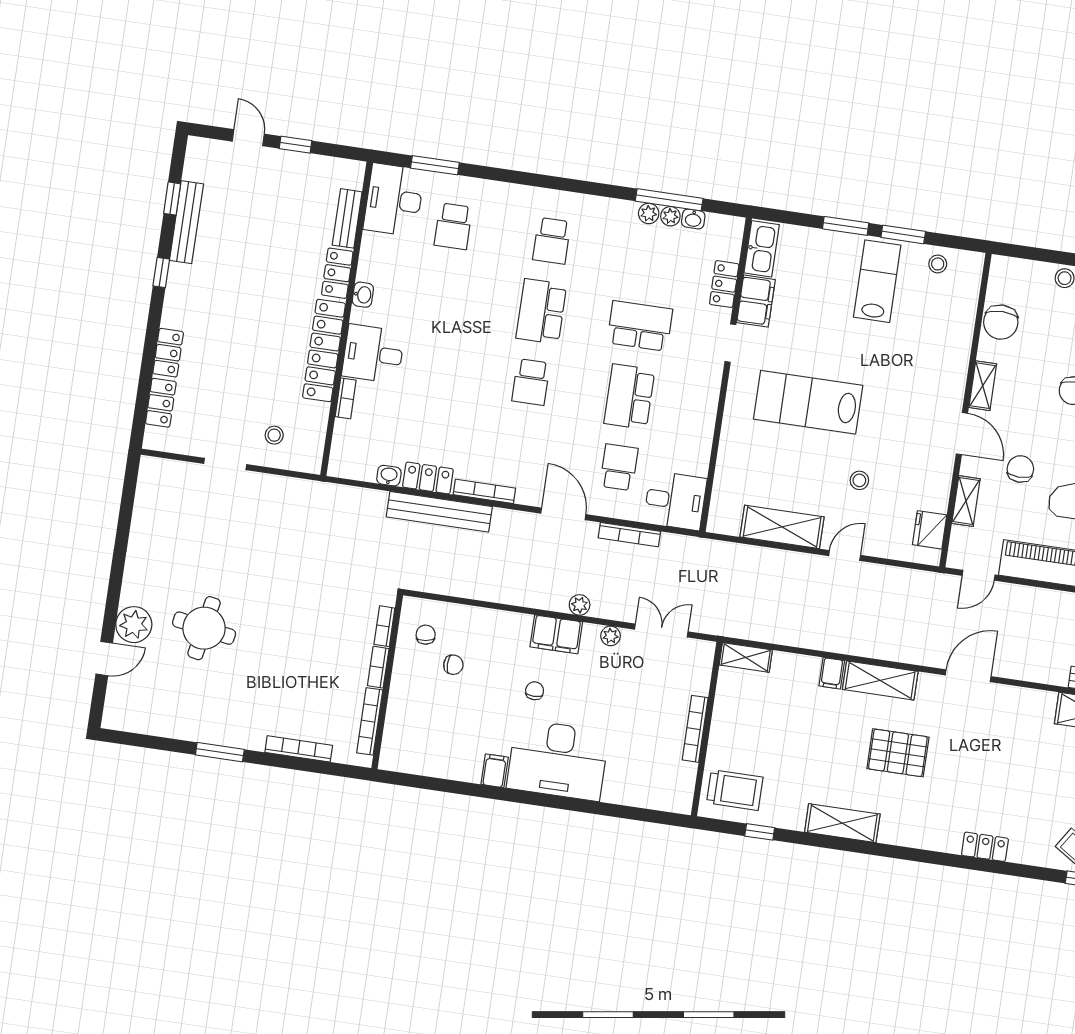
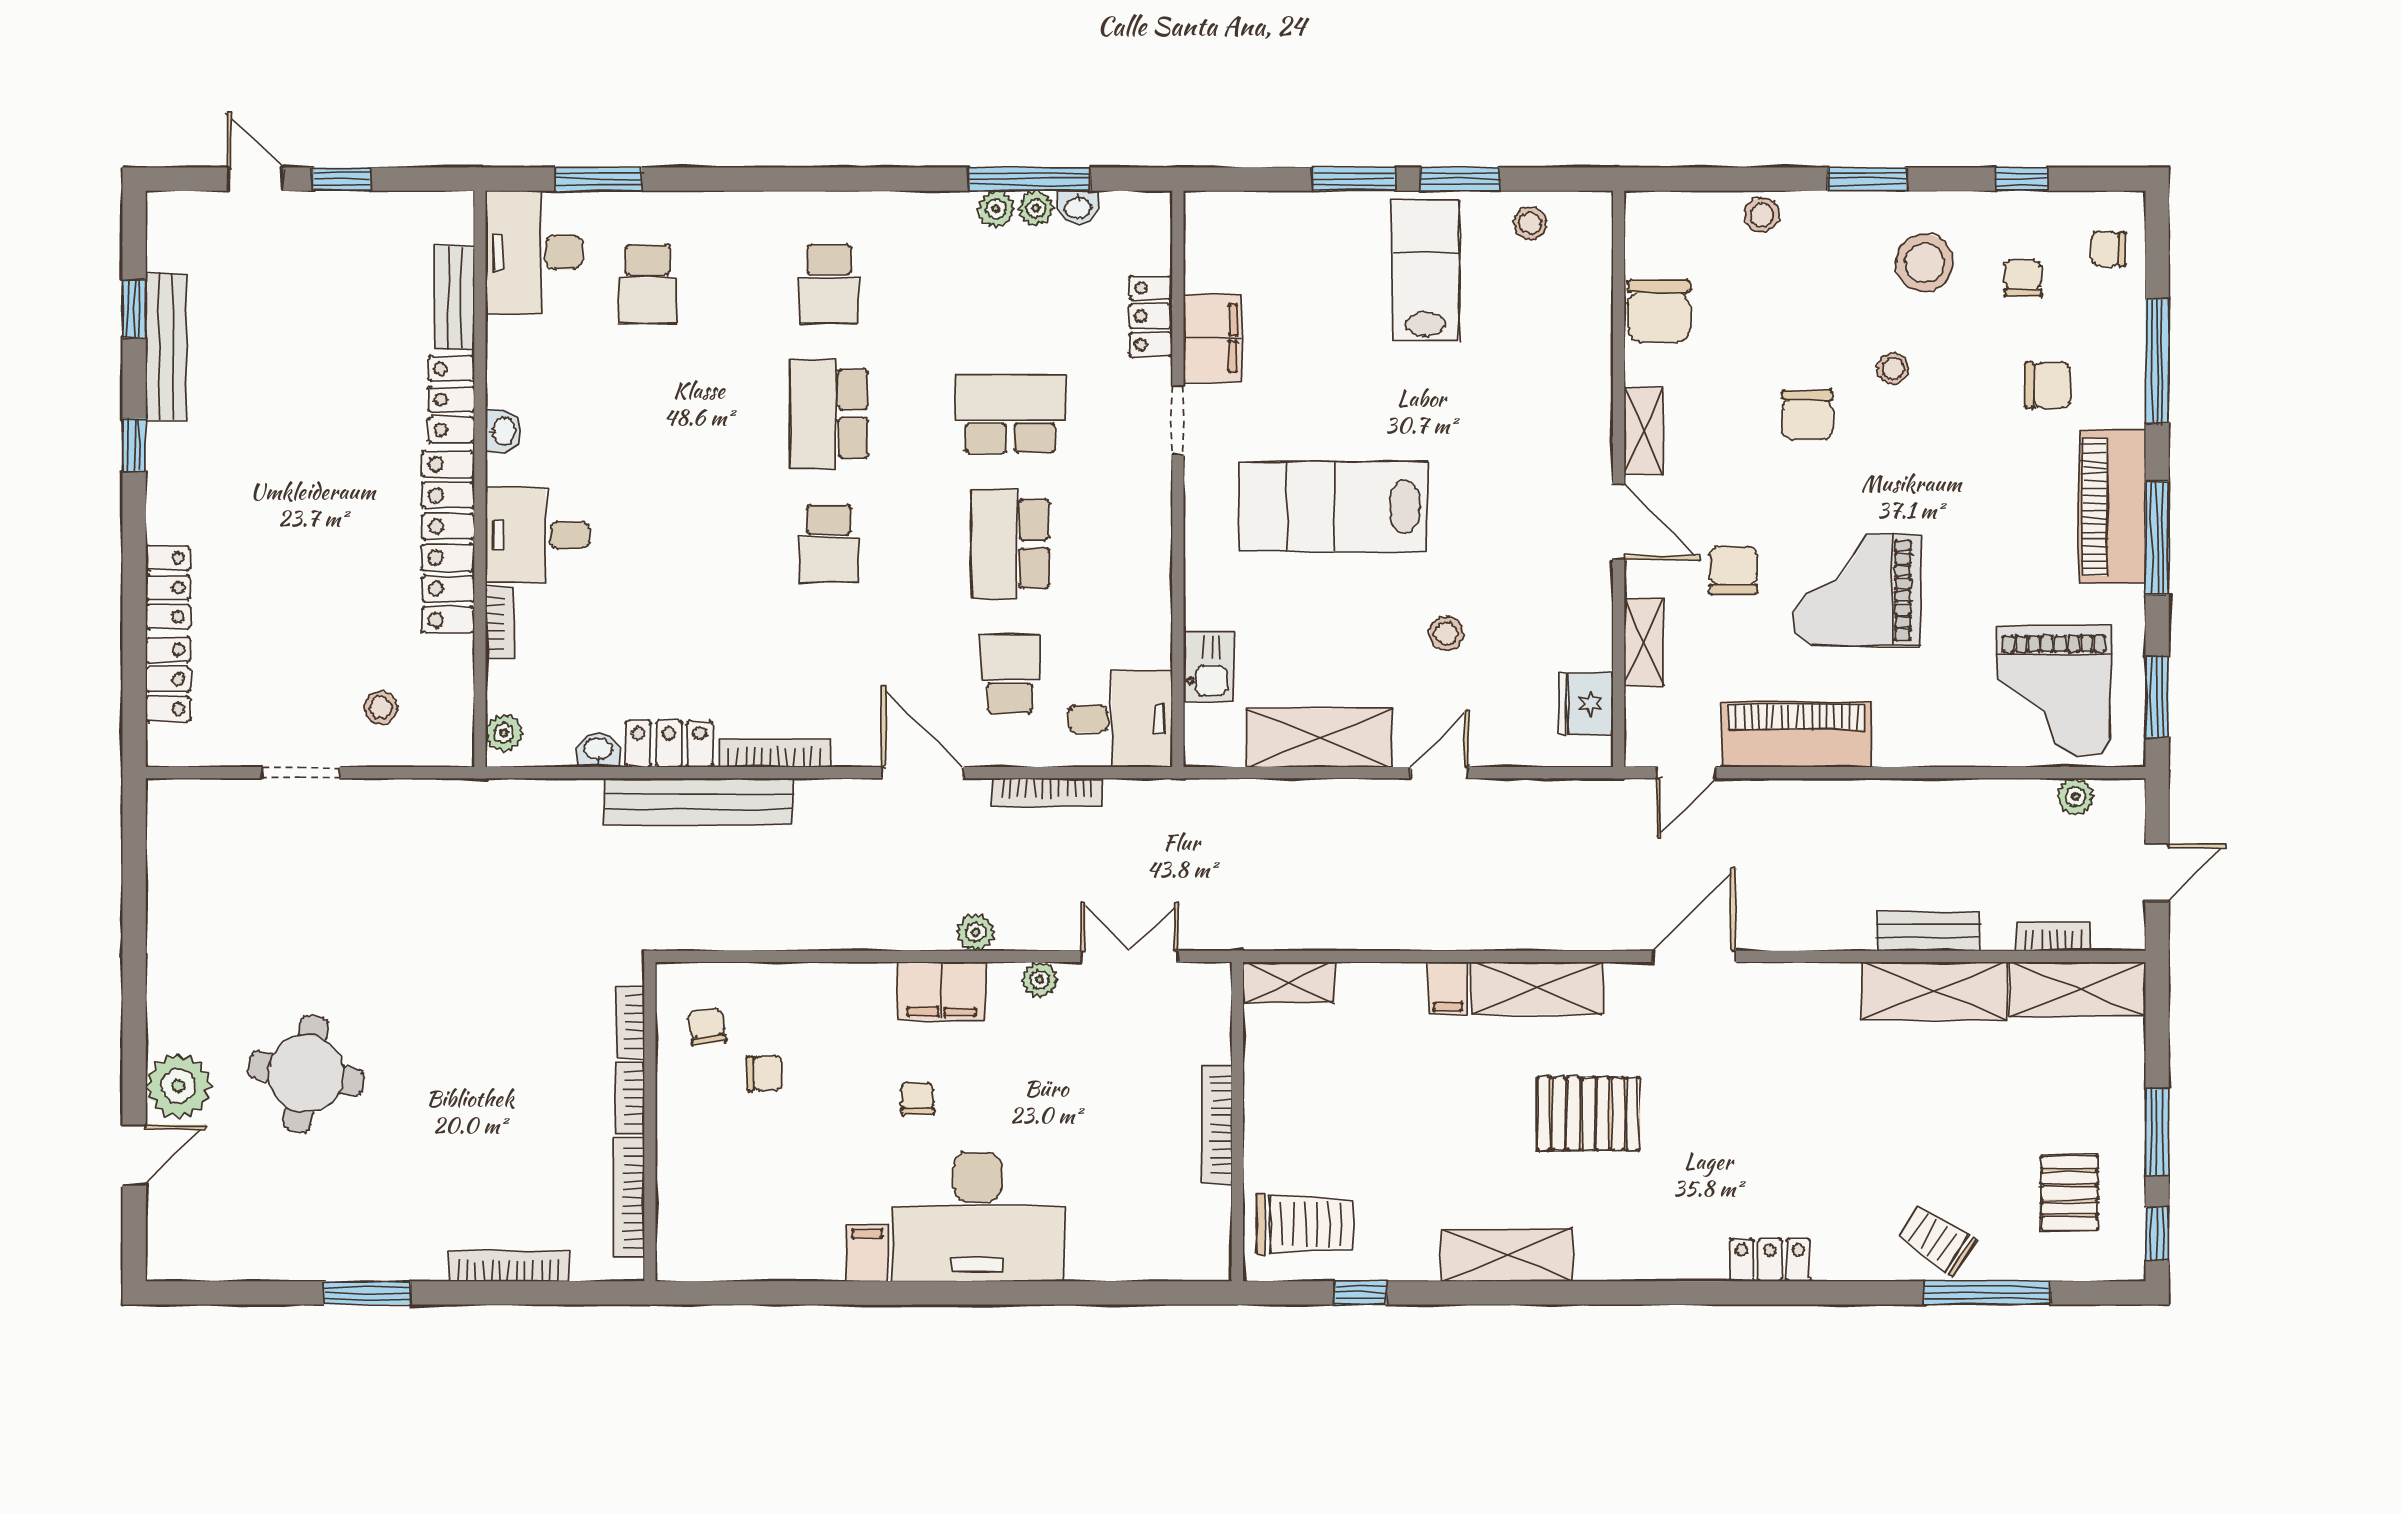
kitchen sink: (762, 249) -> (1209, 666), moved, width x0.73
plant: (339, 459) -> (504, 733), added

